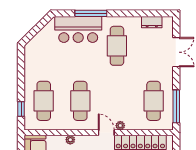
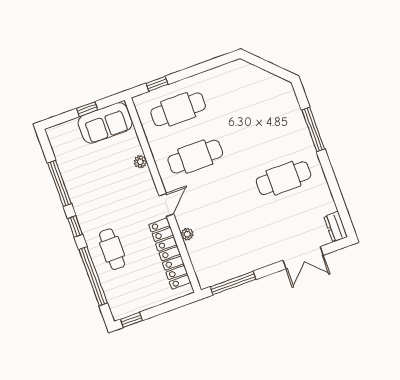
dresser: (152, 22) -> (336, 227), moved
bar counter: (78, 30) -> (286, 120), removed
cafe table: (154, 101) -> (230, 251), removed
plant: (120, 126) -> (187, 234), moved

